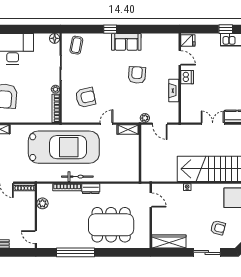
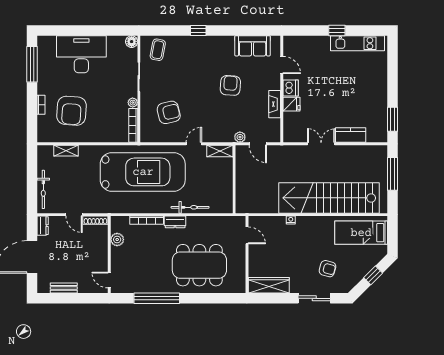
fridge: (188, 40) -> (291, 104), moved
sofa: (126, 42) -> (253, 46), moved
bicycle: (77, 177) -> (190, 207), moved

